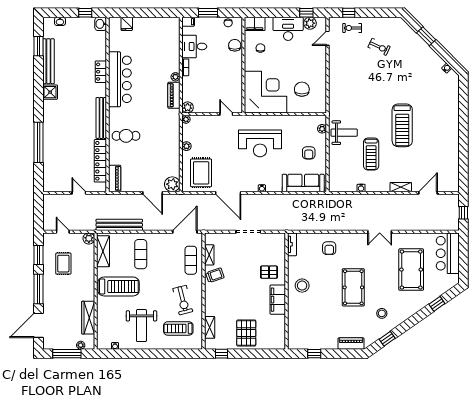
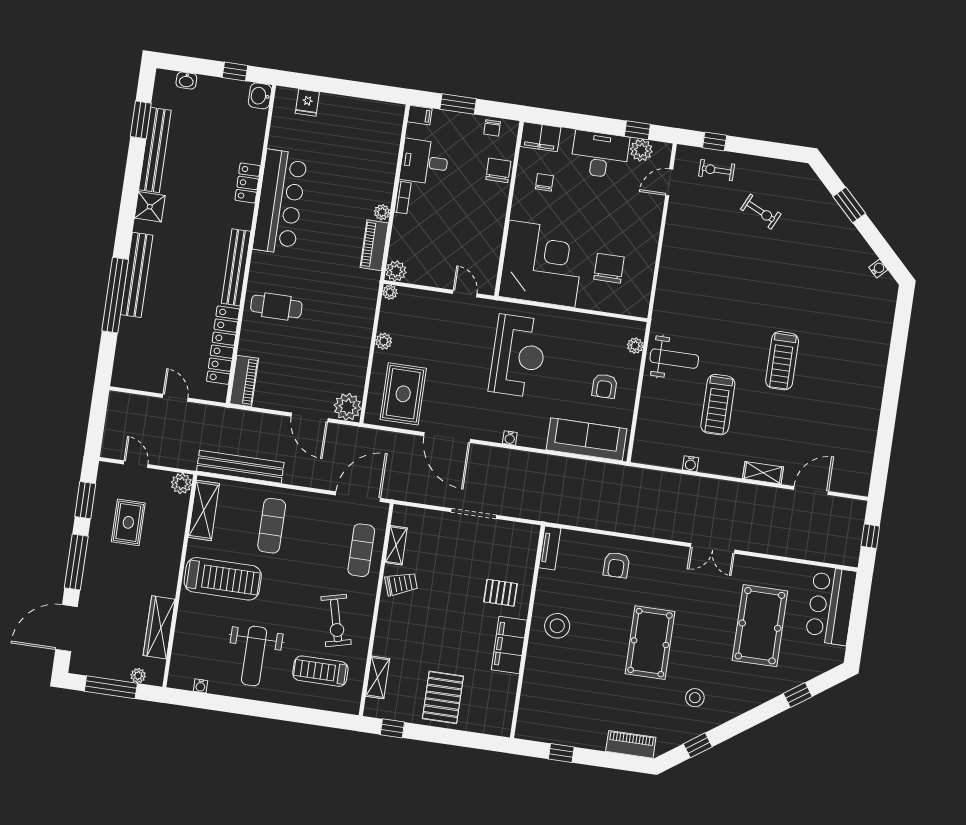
treadmill: (402, 125) -> (782, 361), width x0.73, depth x0.73
bench: (48, 130) -> (137, 275), added
reception desk: (260, 143) -> (518, 356), turned -90

